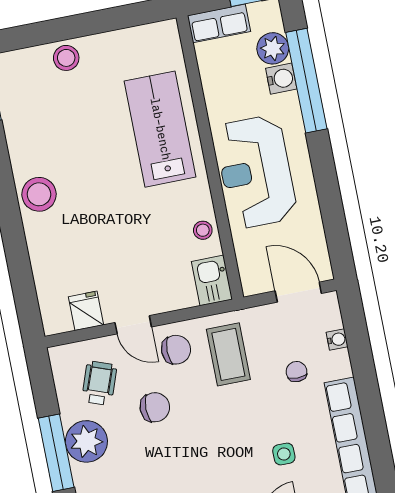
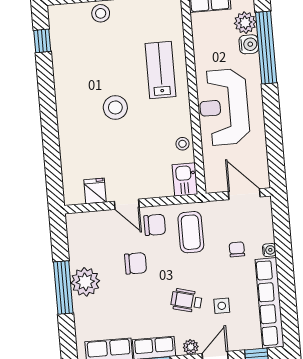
lab bench: (160, 129) -> (160, 70), width x0.73, depth x0.72
stool: (39, 194) -> (115, 107), moved
water cooler: (337, 339) -> (269, 250), moved
wheelchair: (99, 383) -> (186, 301), moved, turned -95

